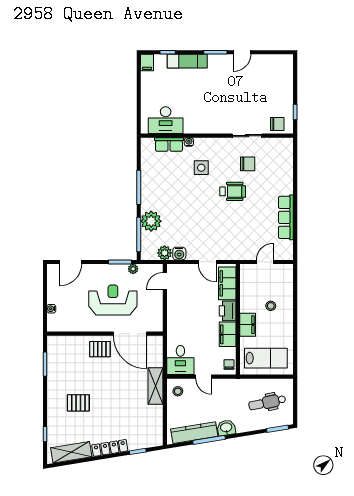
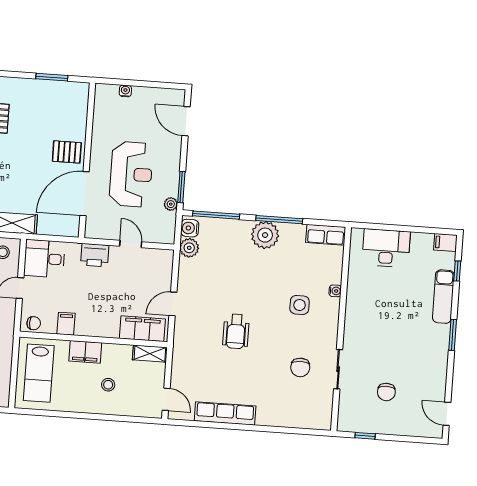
door: (242, 52) -> (447, 414), moved
desk: (166, 120) -> (386, 248), moved, turned 90
chair: (277, 124) -> (386, 392), moved
row of seats: (169, 144) -> (326, 235), moved, turned -90
wheelchair: (233, 191) -> (236, 331), moved
plant: (151, 221) -> (265, 235), moved
water cooler: (179, 254) -> (190, 228), moved
door: (265, 262) -> (166, 399), moved
shelving: (245, 276) -> (150, 354), added
door: (165, 281) -> (131, 244), moved
printer: (228, 311) -> (95, 255), moved, turned 180
filing cabinet: (228, 334) -> (66, 324), width x0.50
pallet: (100, 349) -> (67, 152), turned 90

